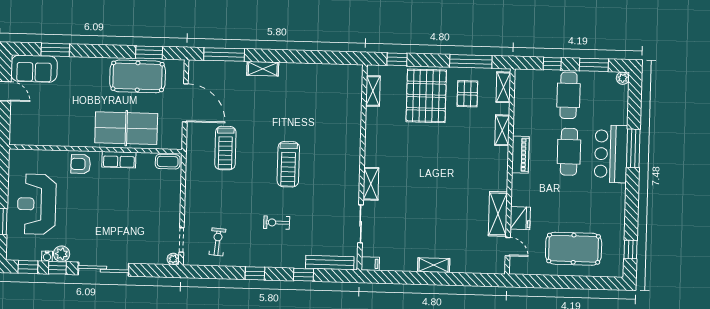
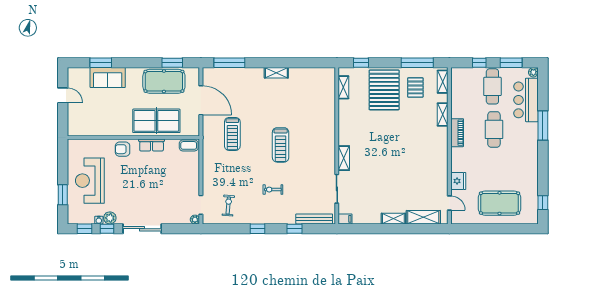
sofa: (34, 69) -> (108, 78), moved
shelving: (263, 69) -> (276, 73), moved
bar counter: (611, 154) -> (526, 100), moved
shelving: (498, 214) -> (423, 217), moved, turned 90

